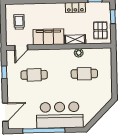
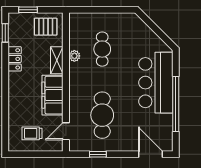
door: (21, 48) -> (66, 131), swing flipped
cafe table: (34, 75) -> (102, 115), width x1.37, depth x1.35

